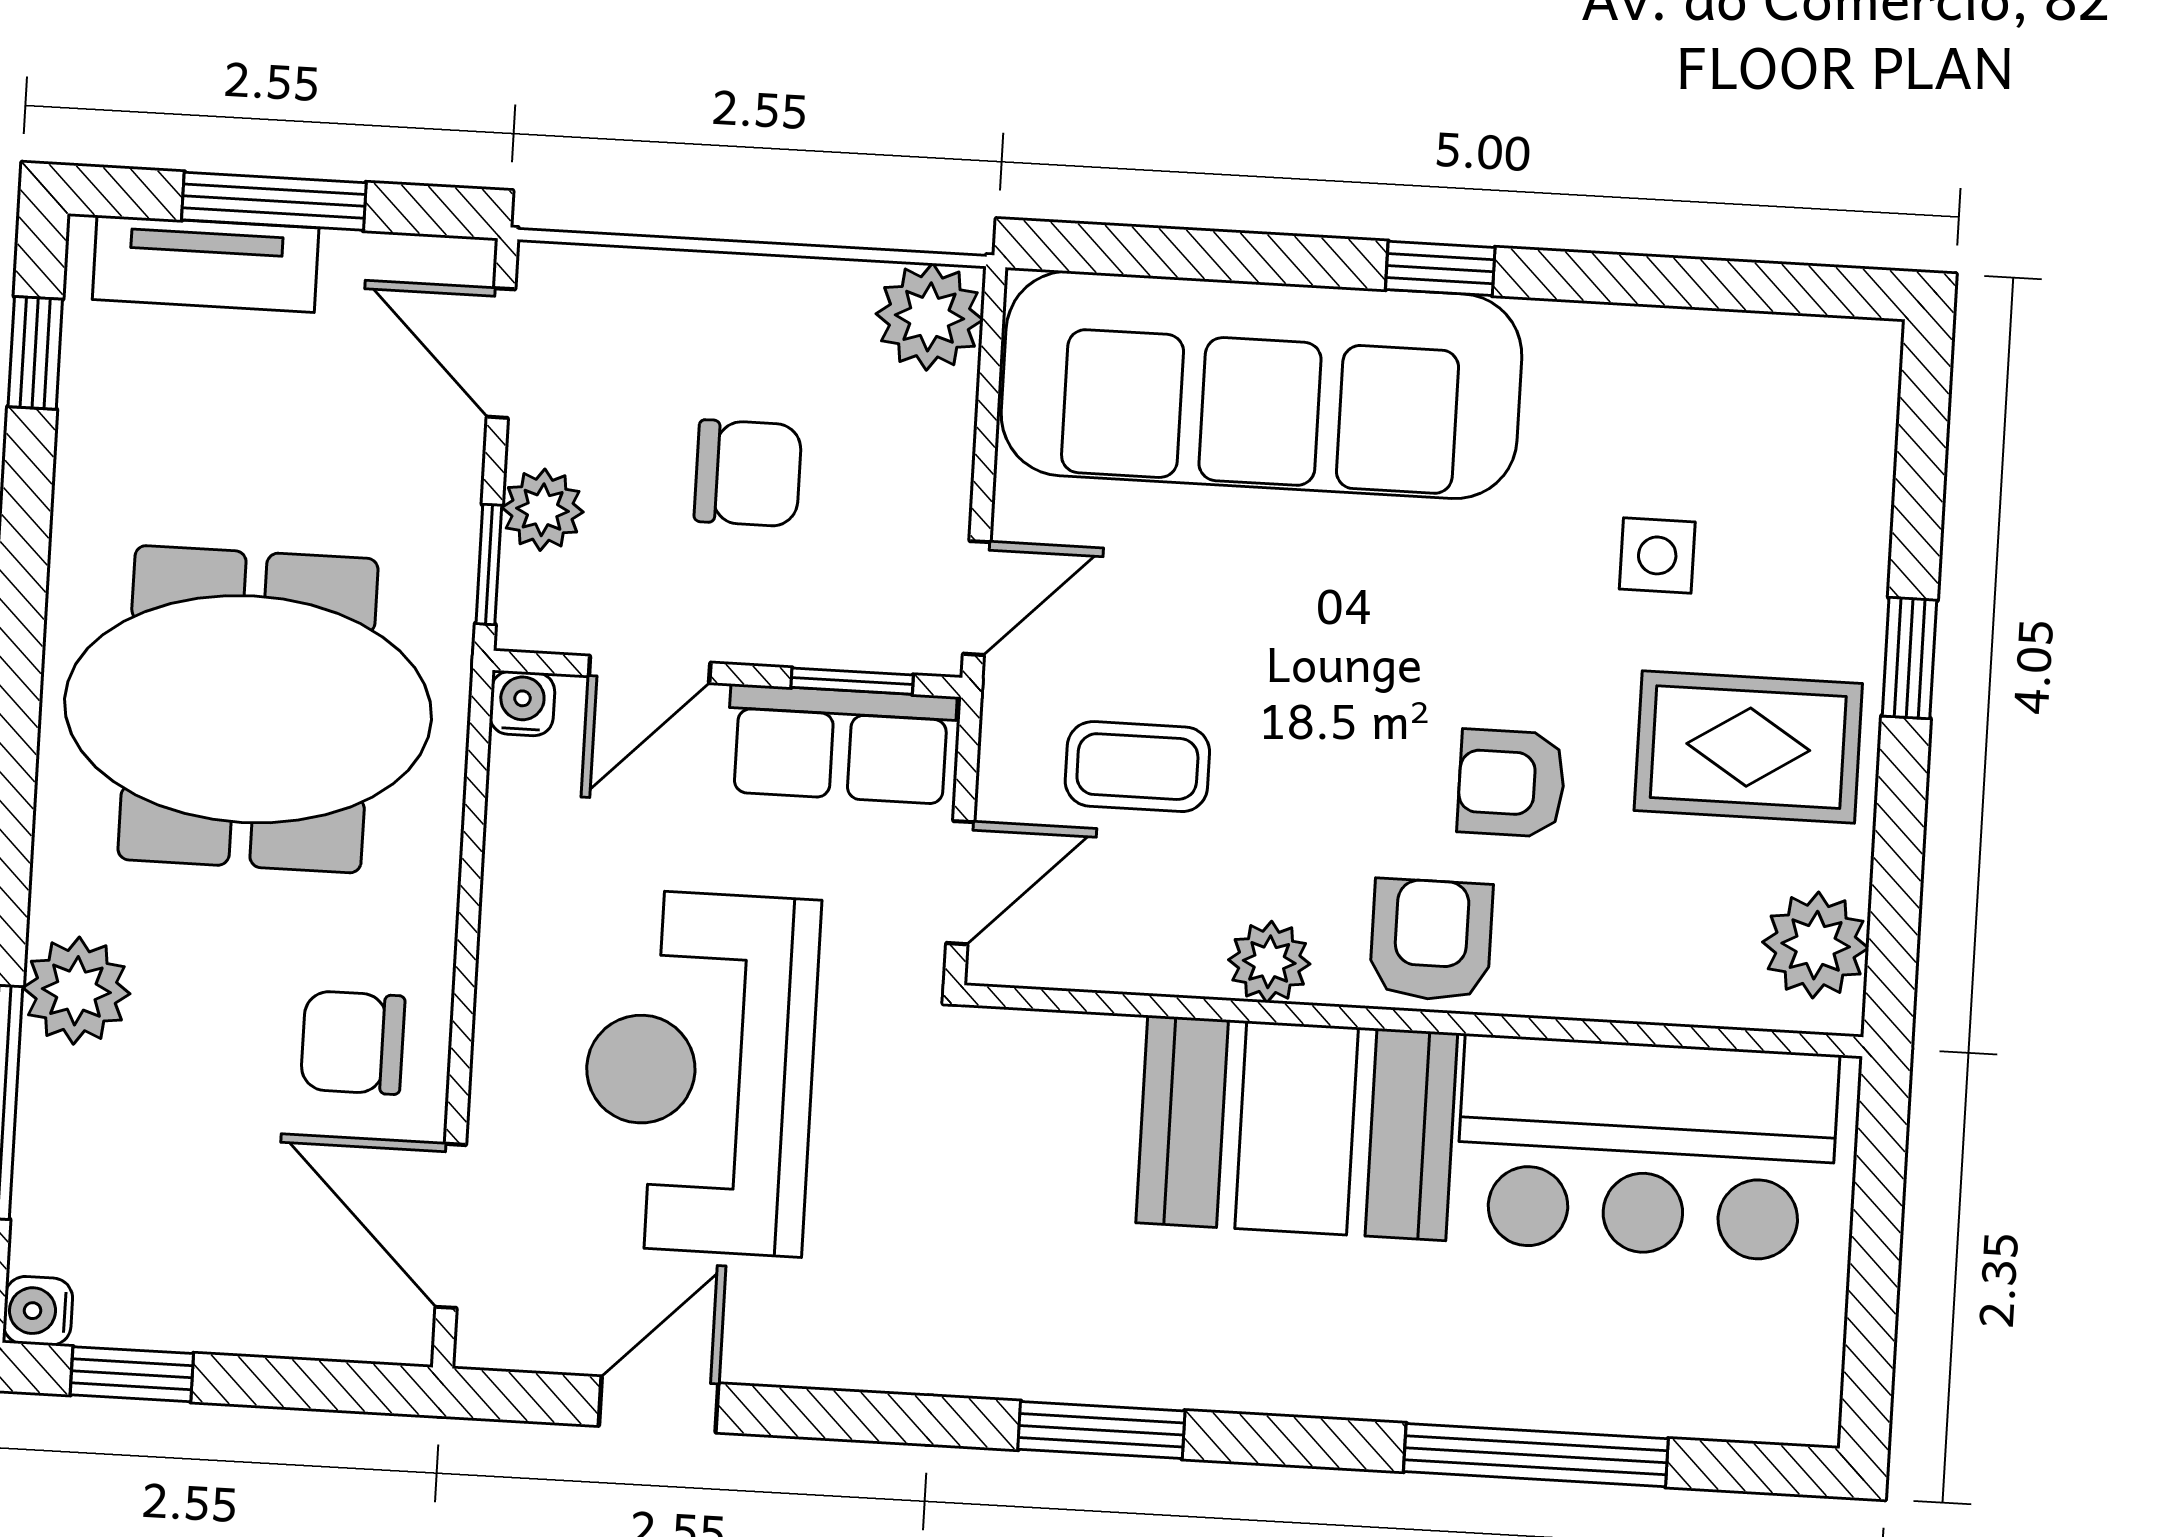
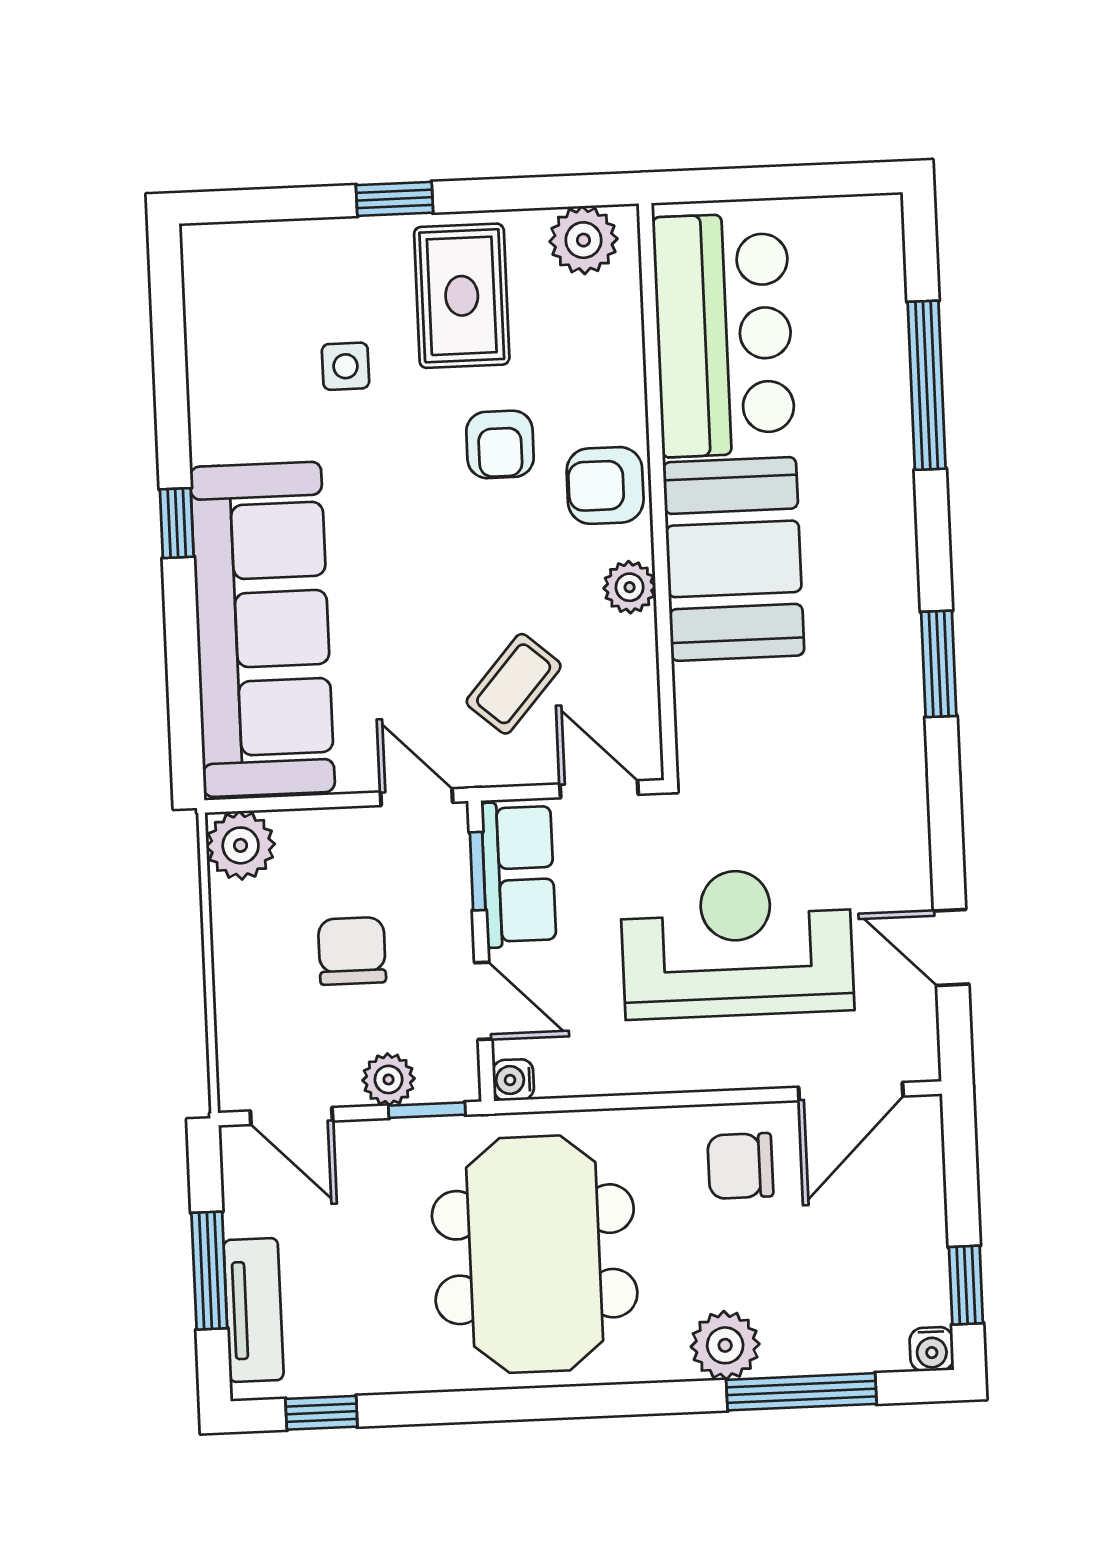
door: (501, 353) -> (291, 1116), hinge flipped
coffee table: (1137, 767) -> (514, 684), turned 41
chair: (353, 1043) -> (740, 1166), turned 90
reception desk: (699, 1072) -> (737, 943), turned 180

